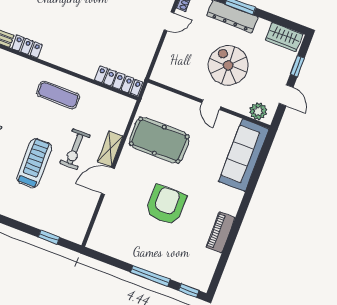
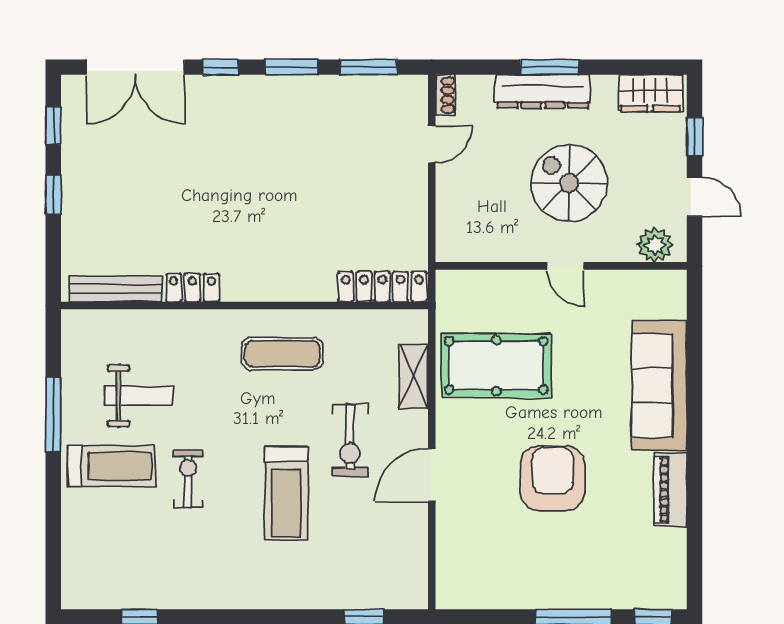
shelving: (110, 149) -> (414, 377), moved
sofa: (244, 155) -> (659, 386), moved
treadmill: (34, 163) -> (286, 493), turned 180

